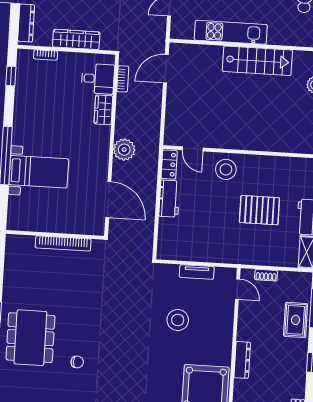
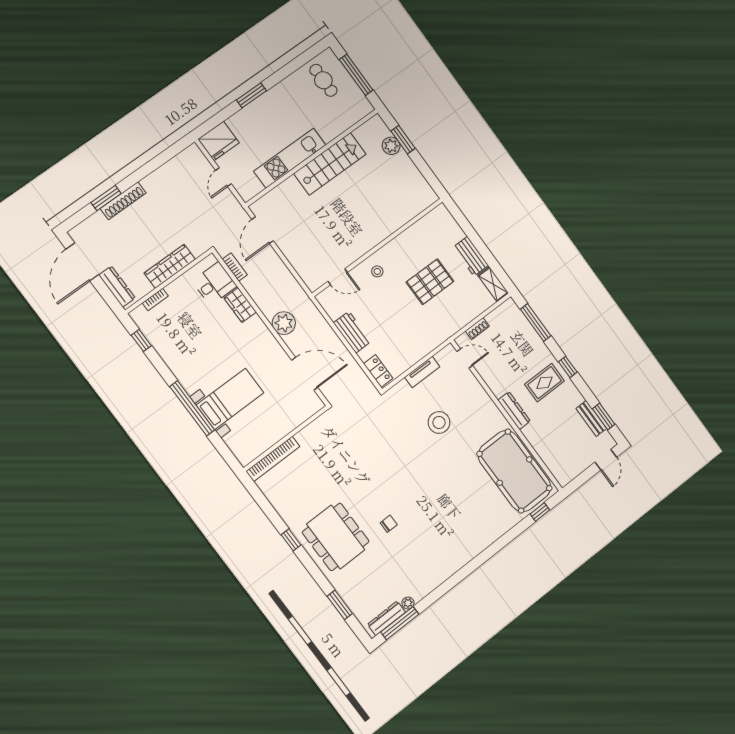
locker: (169, 165) -> (378, 371), moved
stool: (226, 169) -> (377, 271), width x0.53, depth x0.53
bookcase: (63, 243) -> (273, 459), moved
rug: (296, 320) -> (545, 383), moved, turned 90

